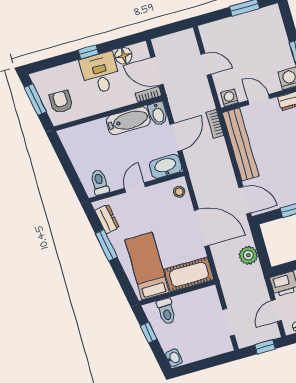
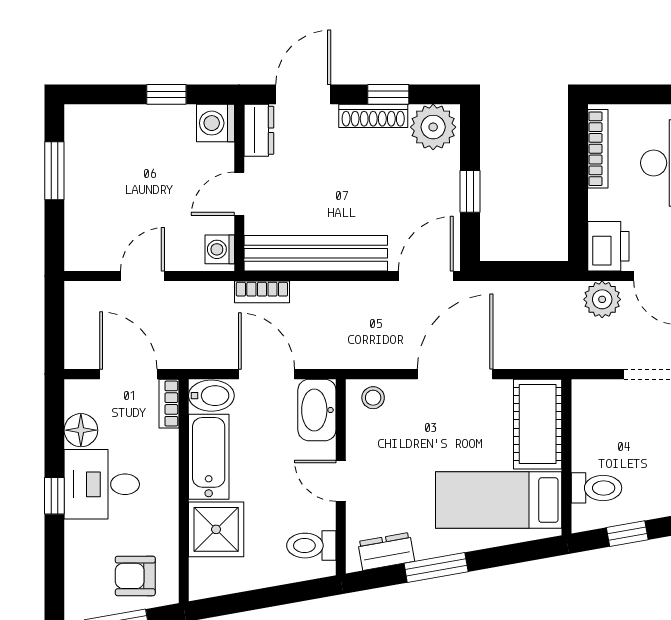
door: (157, 71) -> (128, 374), swing flipped
shower: (94, 134) -> (216, 529), added
plant: (248, 255) -> (602, 299), moved

